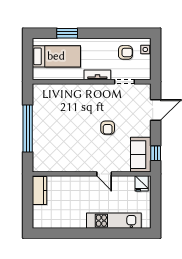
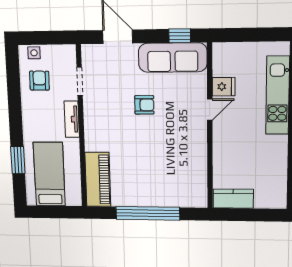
piano: (53, 92) -> (98, 179), added
sofa: (141, 155) -> (173, 58), width x1.36
fridge: (142, 183) -> (224, 87), moved

